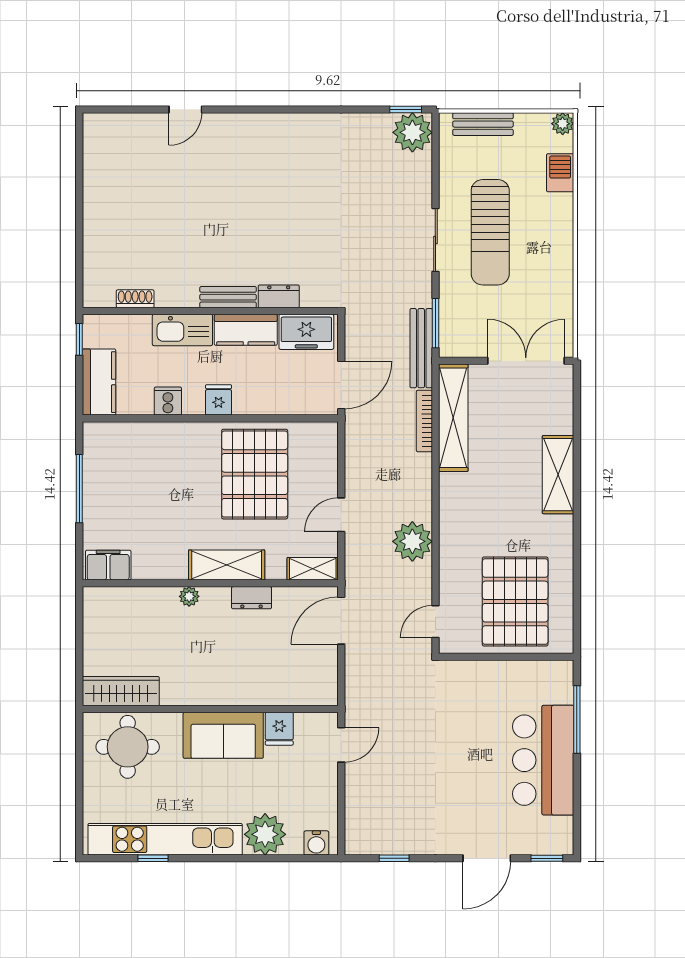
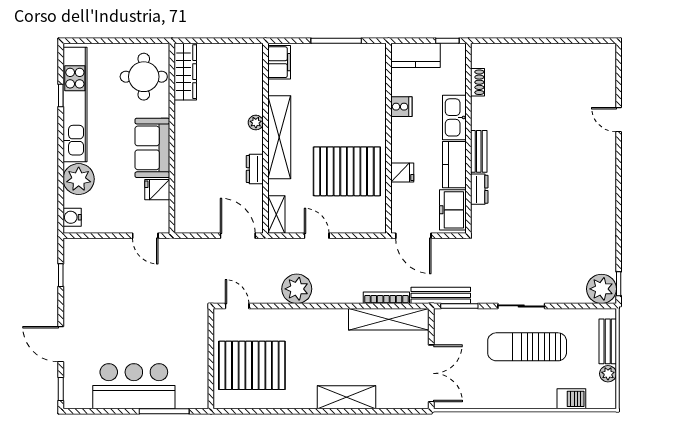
plant: (563, 124) -> (608, 374), moved
fridge: (219, 400) -> (402, 172), moved
shelving: (227, 565) -> (279, 137), width x1.47

